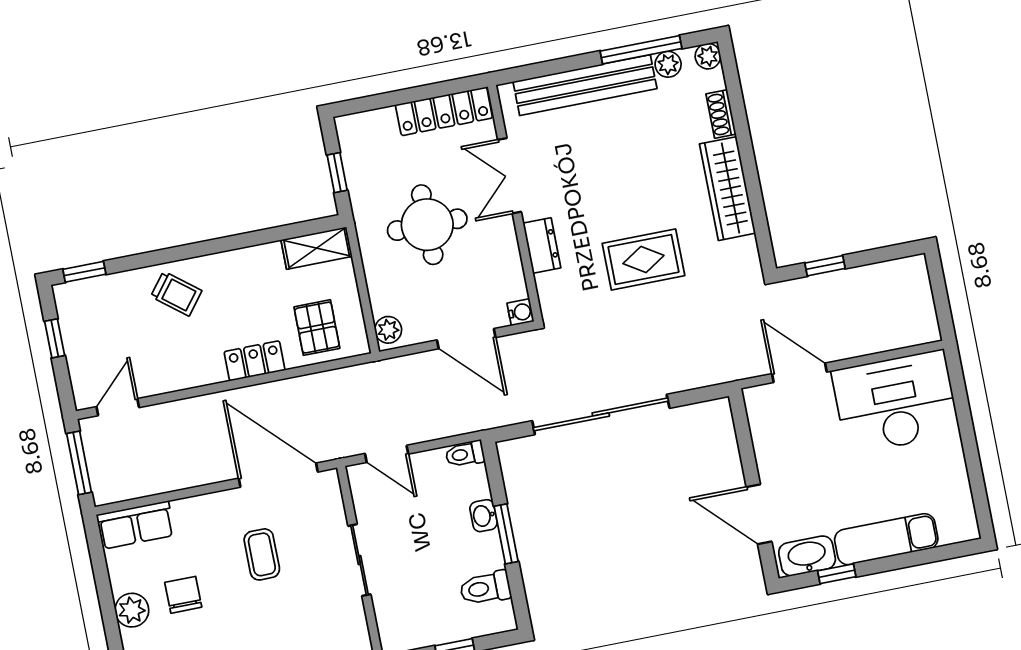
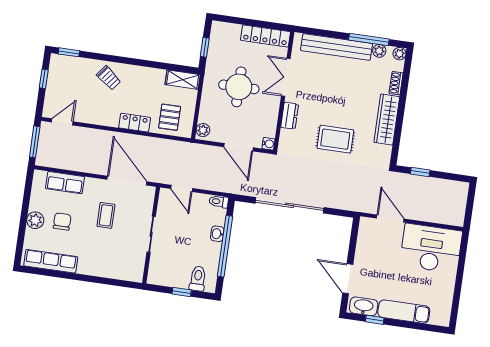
row of seats: (135, 525) -> (65, 183), moved
window: (506, 534) -> (225, 246), width x2.11
toilet: (485, 588) -> (198, 279), moved, turned 90

